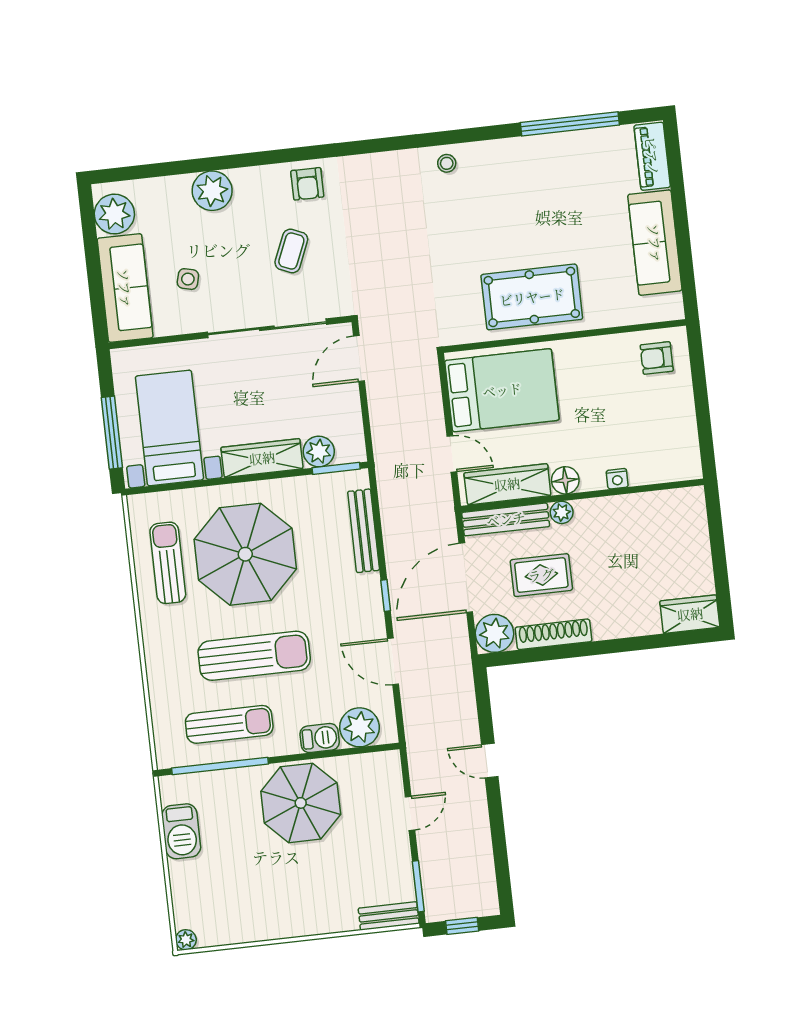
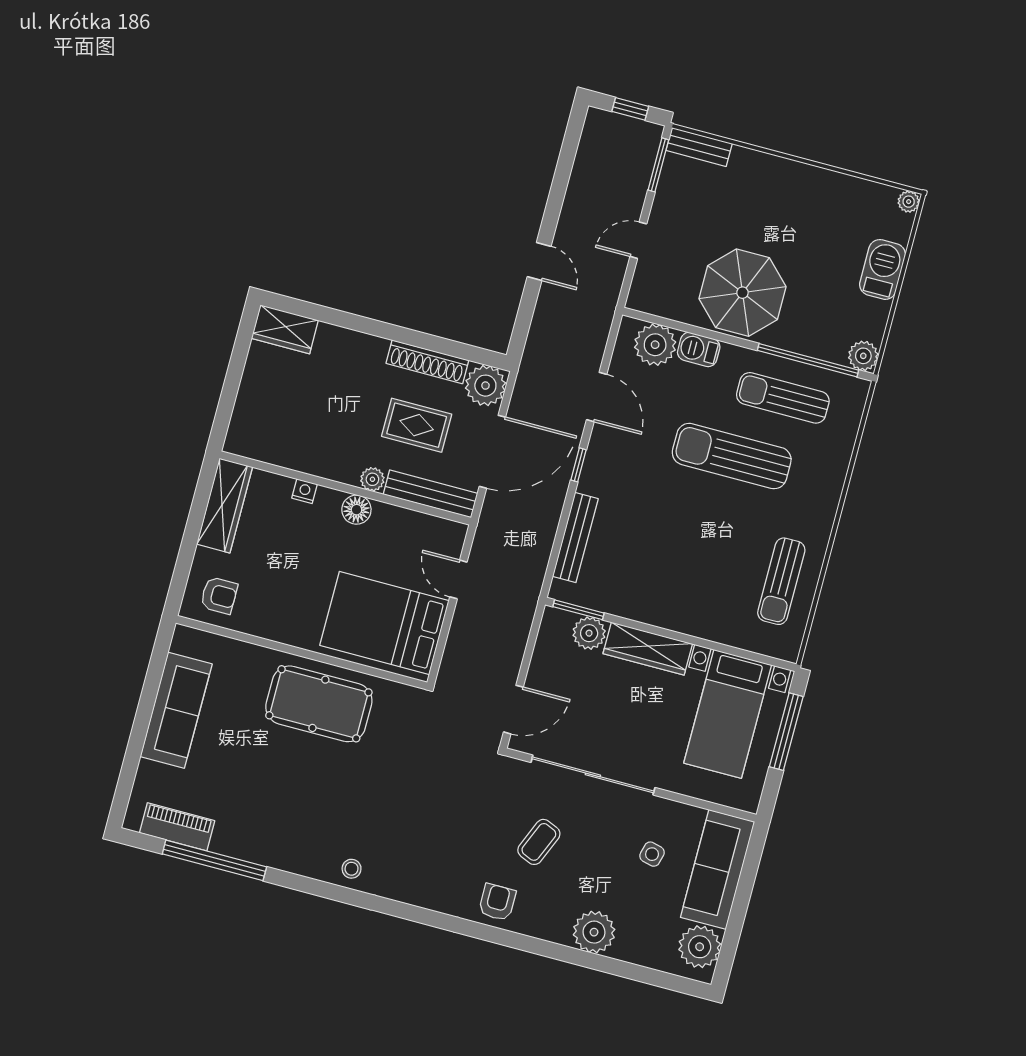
piano: (652, 156) -> (177, 827), moved, turned -90
wardrobe: (507, 484) -> (225, 506), moved, turned -90
parasol: (245, 554) -> (701, 560), removed
plant: (173, 789) -> (863, 356), added
barbecue: (181, 831) -> (882, 269), moved

